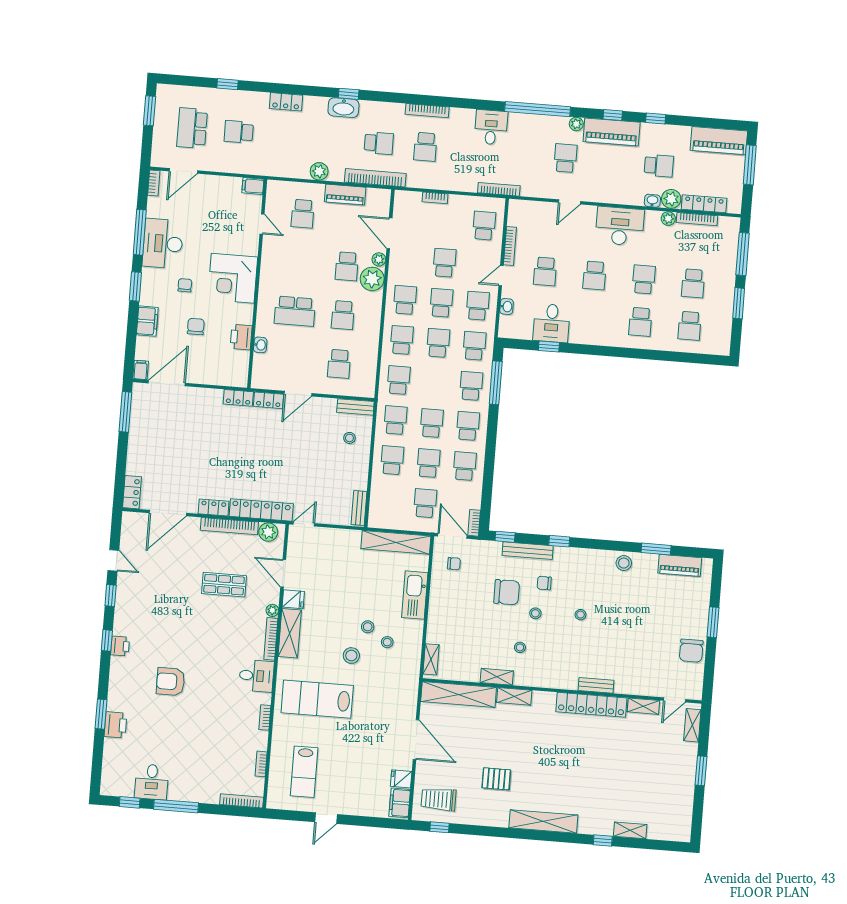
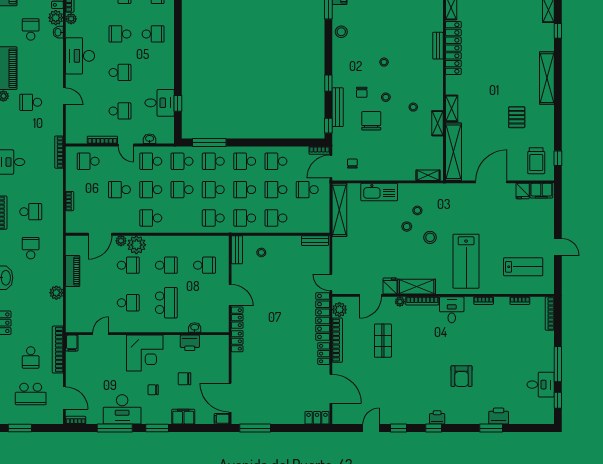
bookcase: (375, 178) -> (58, 350), moved
school desk: (303, 214) -> (128, 303), moved
school desk: (402, 340) -> (213, 190), moved

